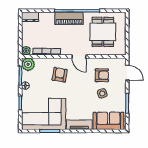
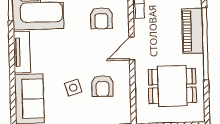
armchair: (60, 75) -> (101, 18), turned 81

